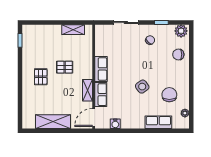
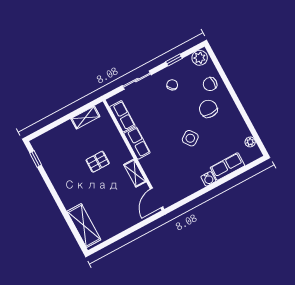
pallet: (41, 77) -> (78, 185), removed
row of seats: (101, 95) -> (122, 116), moved
chair: (169, 95) -> (208, 109), moved
shelving: (53, 122) -> (84, 226), moved, turned 90
water cooler: (115, 124) -> (208, 179), moved

